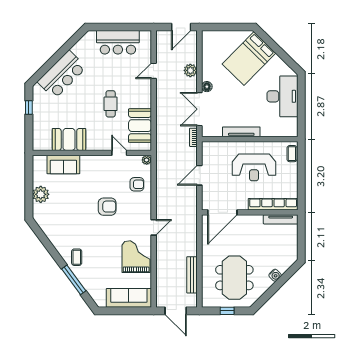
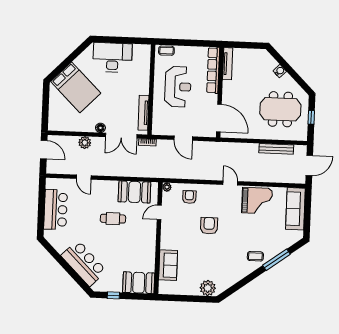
tv unit: (241, 132) -> (143, 113), moved
booth: (69, 139) -> (139, 283), moved, turned 90
plant: (41, 194) -> (208, 288), moved
grand piano: (136, 257) -> (257, 201), turned 180

